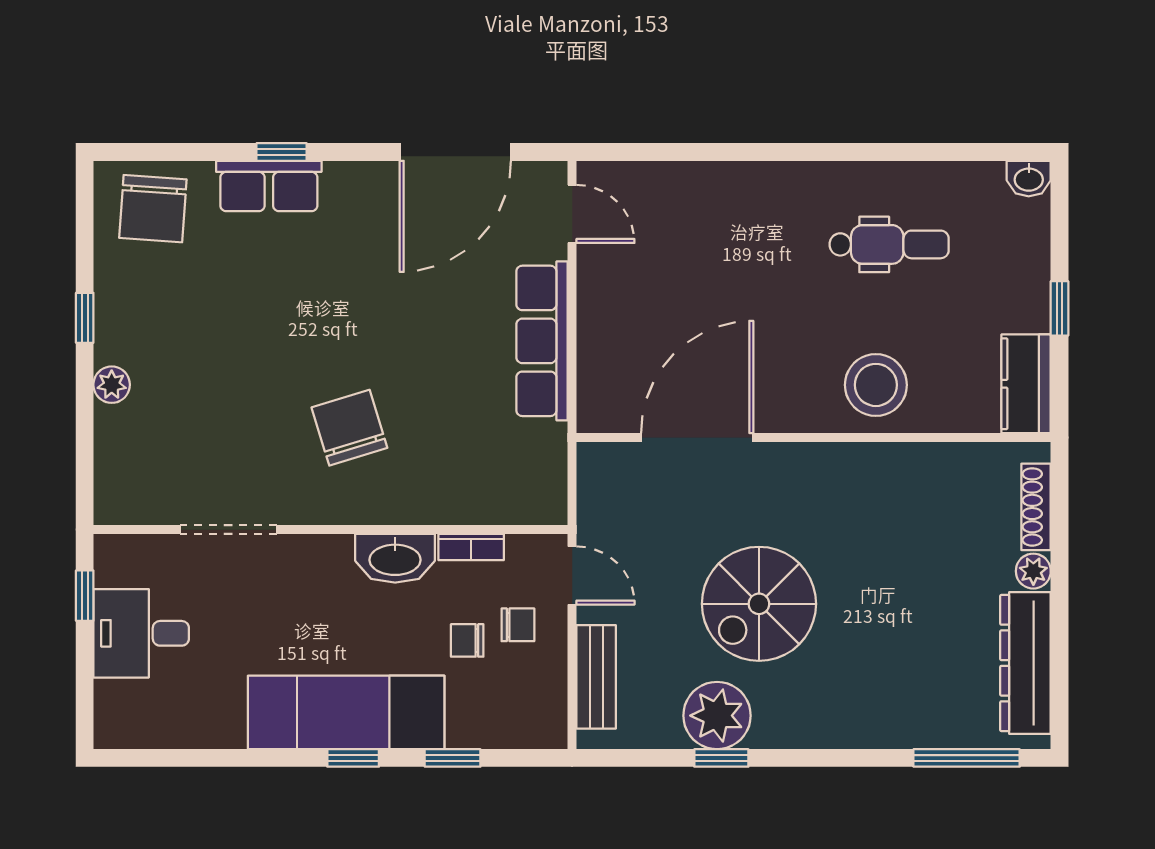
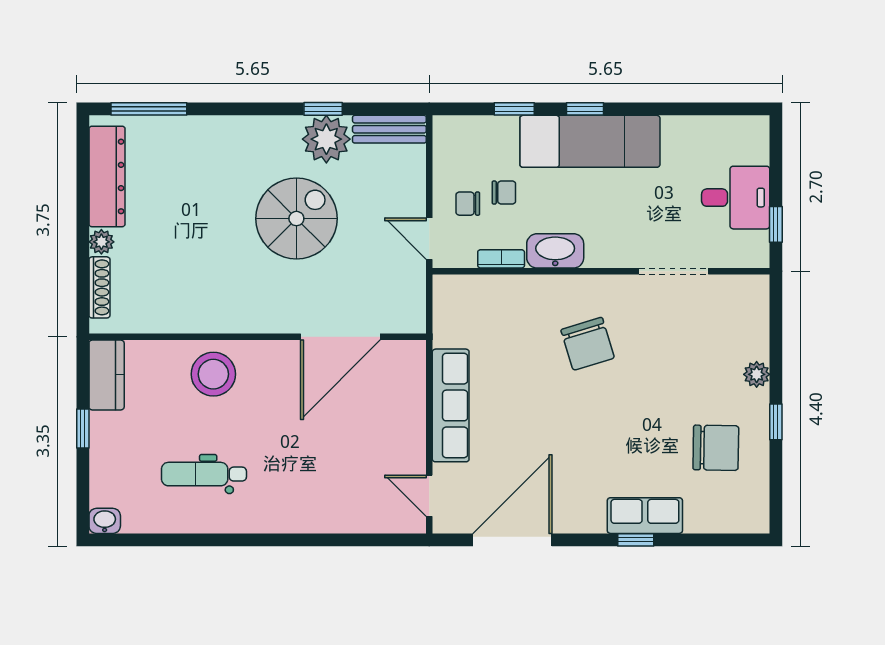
chair: (153, 209) -> (716, 448), moved, turned 87
bench: (596, 677) -> (389, 129), moved, turned 90

